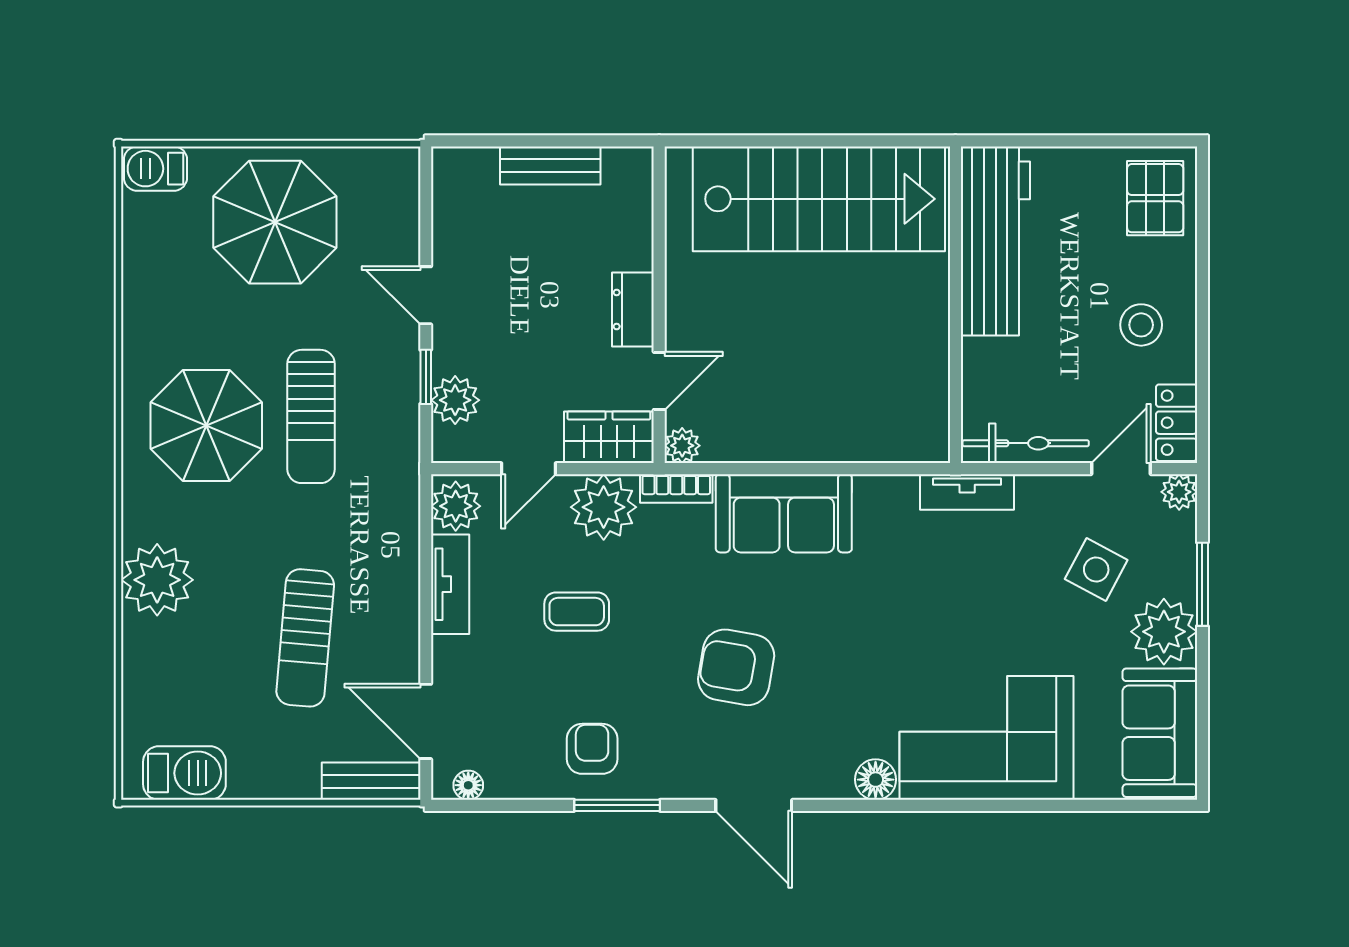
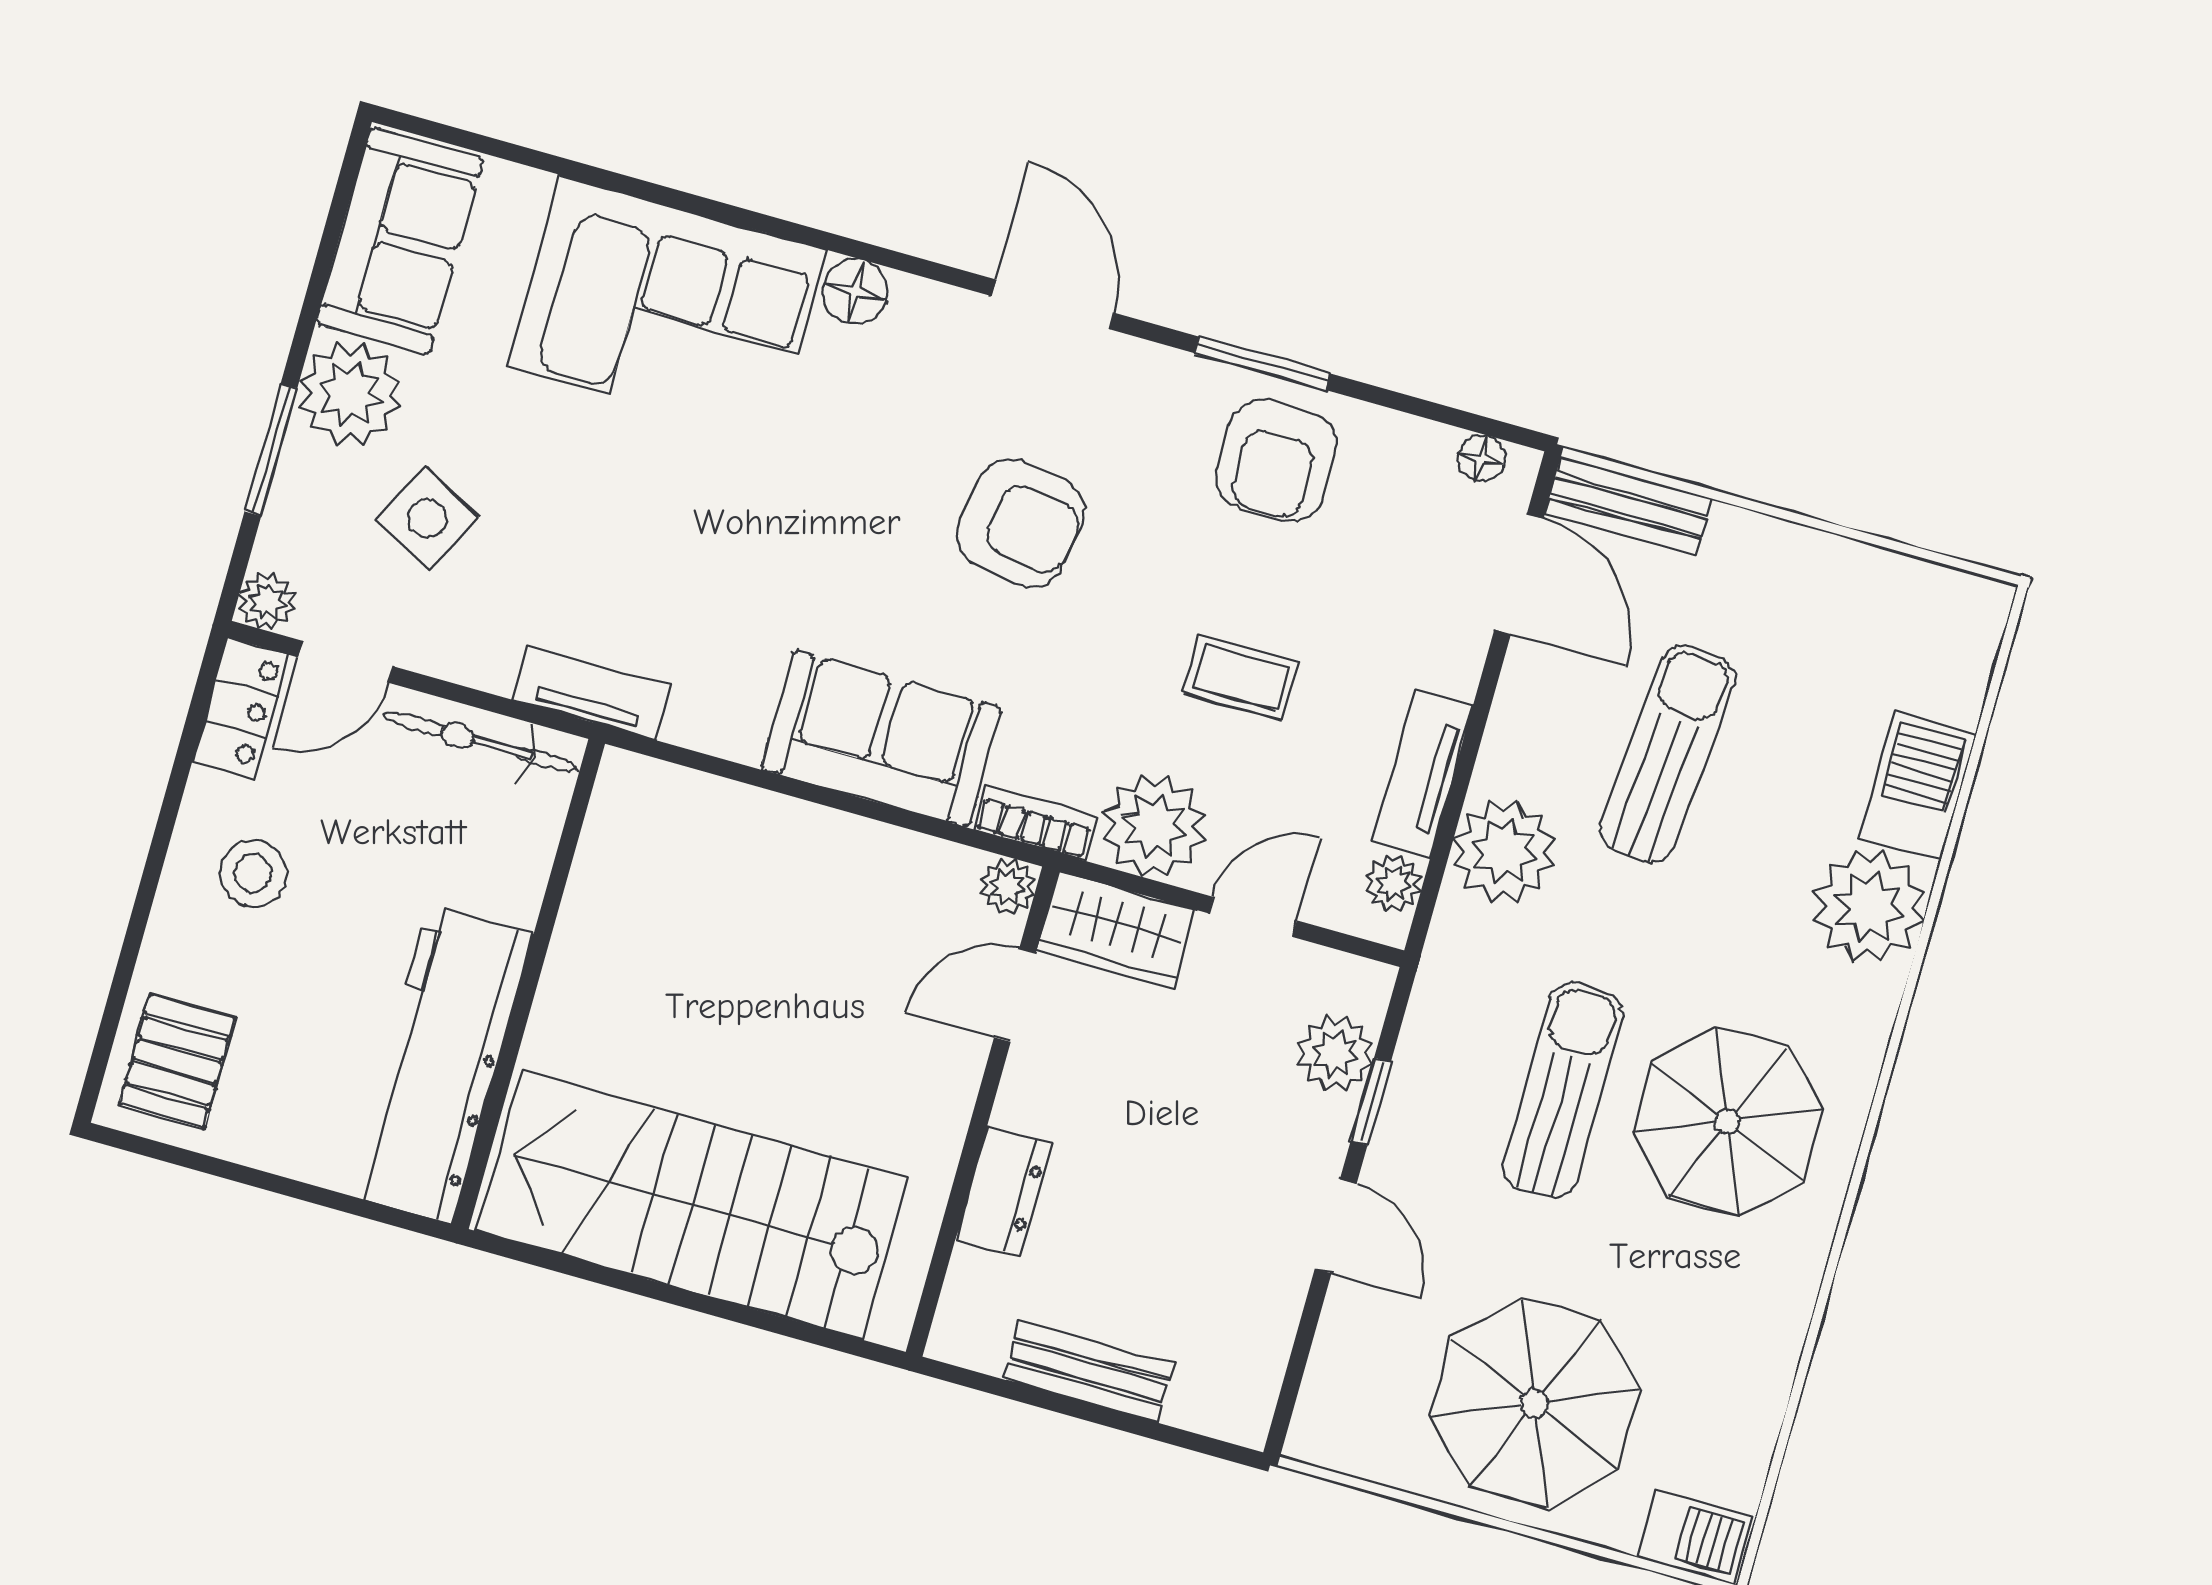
dresser: (633, 310) -> (1003, 1191), moved
plant: (456, 506) -> (1393, 883), width x0.73, depth x0.73
plant: (387, 551) -> (1504, 851), added
armchair: (592, 749) -> (1276, 461), width x1.38, depth x1.38
barbecue: (184, 773) -> (1918, 787), moved, turned 90

